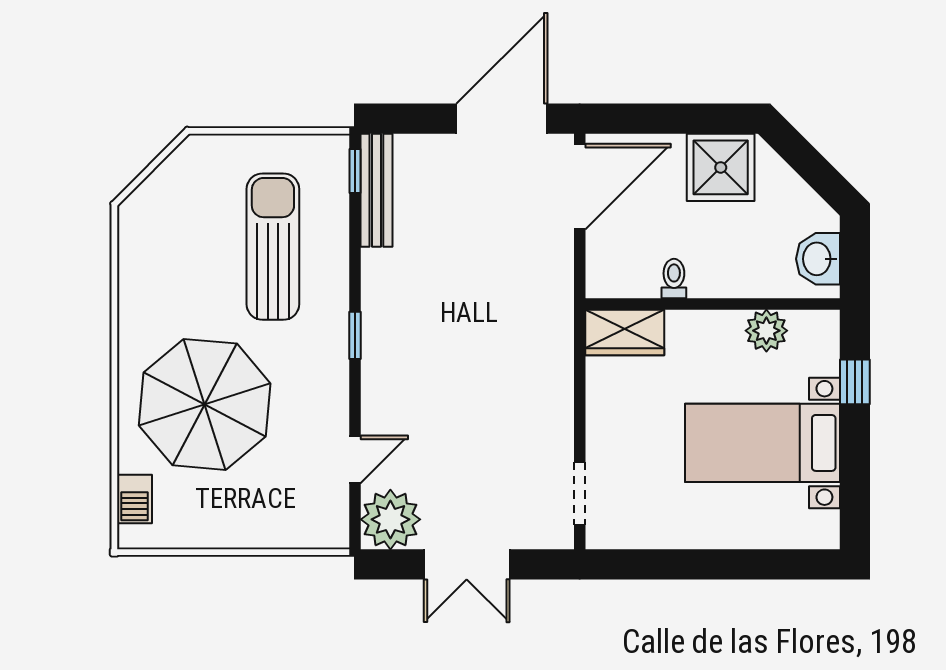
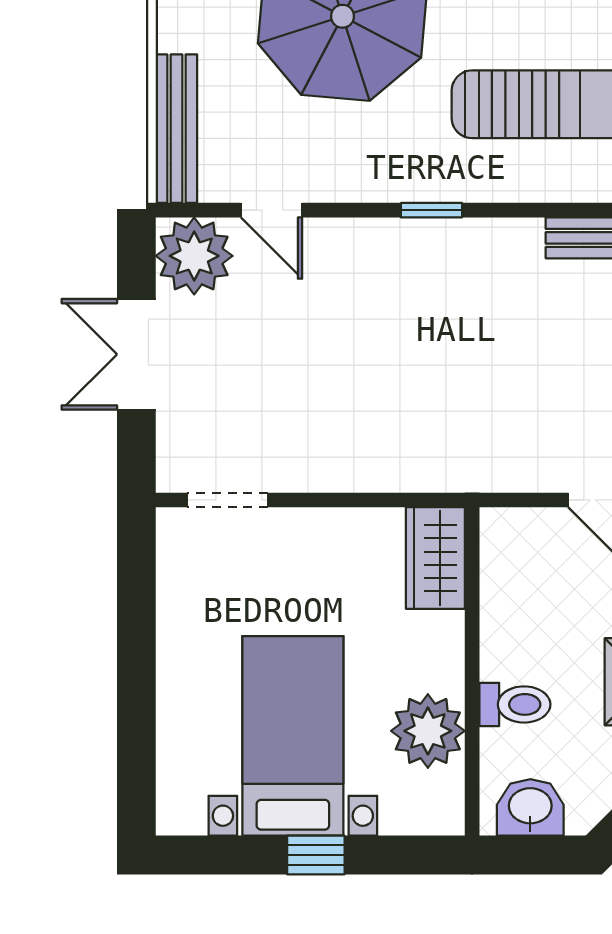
toilet: (674, 279) -> (515, 704), moved, width x1.37, depth x1.39
plant: (766, 331) -> (428, 731), width x1.36, depth x1.36
window: (855, 382) -> (316, 855), moved
bench: (292, 533) -> (176, 129), added

